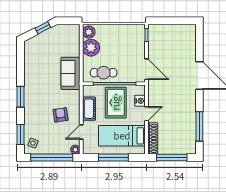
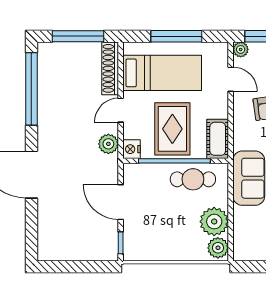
door: (146, 69) -> (121, 202), moved
plant: (154, 94) -> (108, 144), added
nightstand: (140, 101) -> (132, 149), moved
cot: (89, 109) -> (218, 139), moved
window: (199, 126) -> (31, 89), width x1.46
door: (81, 132) -> (231, 79), hinge flipped

